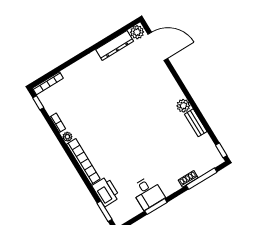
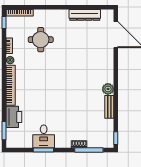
plant: (137, 32) -> (107, 15), removed
round table: (86, 97) -> (41, 40), added

